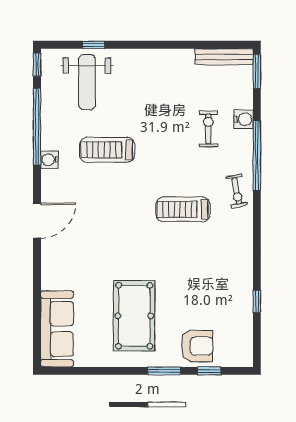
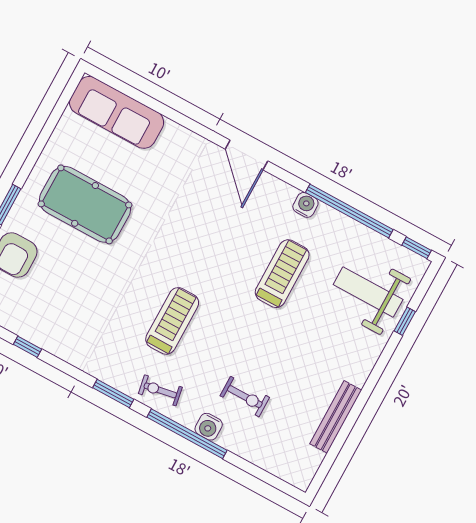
bench: (224, 57) -> (336, 417), moved
window: (257, 72) -> (113, 393), moved
water cooler: (244, 119) -> (209, 427), moved

